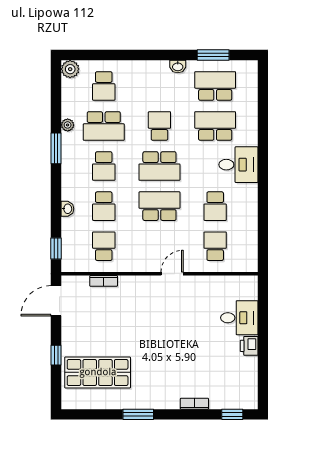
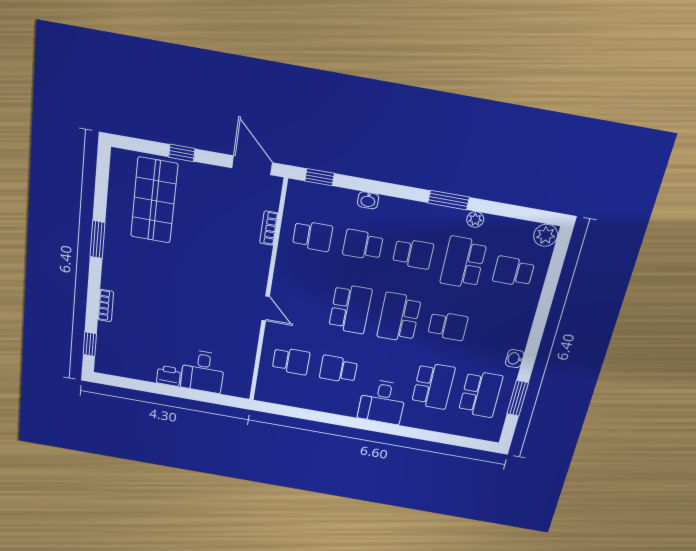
school desk: (104, 166) -> (413, 254), turned 180

